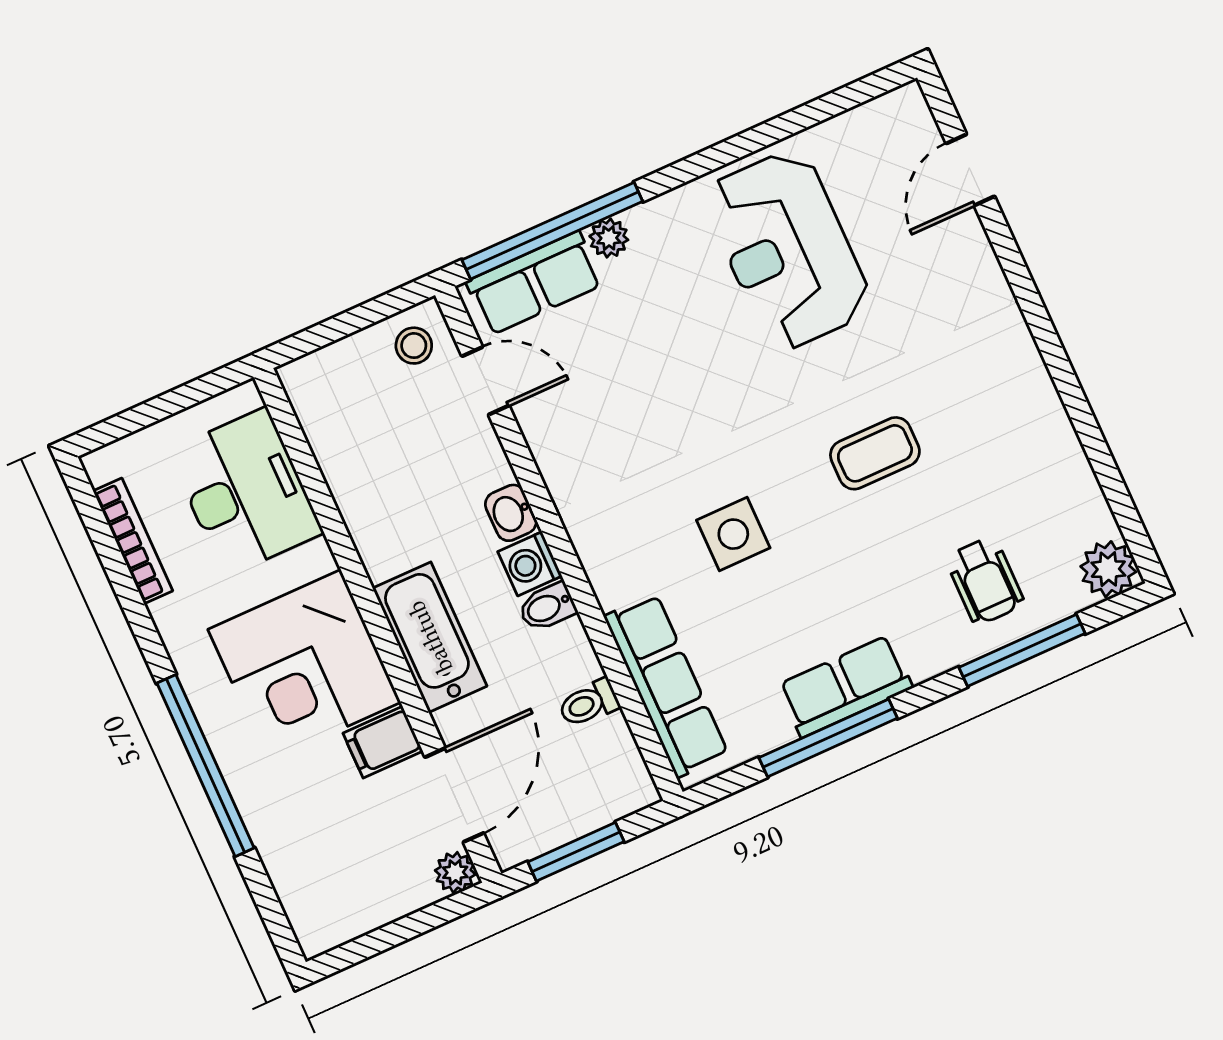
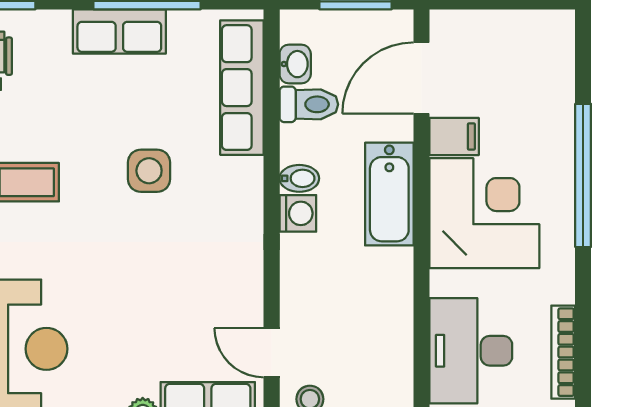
washbasin: (511, 513) -> (295, 64), moved
toilet: (589, 703) -> (309, 104), width x1.37, depth x1.39
plant: (455, 872) -> (445, 25), removed

